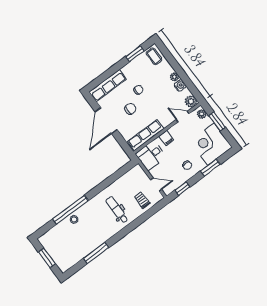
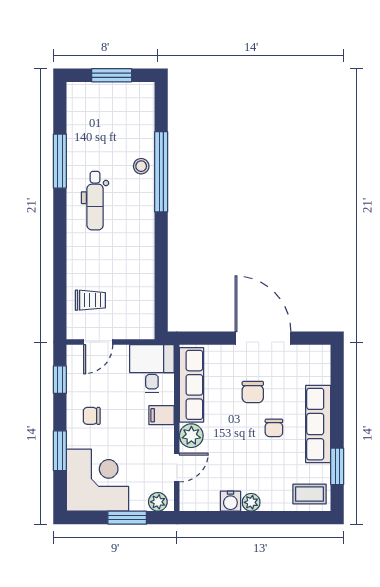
row of seats: (108, 86) -> (318, 424), moved
plant: (191, 102) -> (191, 436), moved
dental chair: (117, 210) -> (95, 201), moved, turned 90

